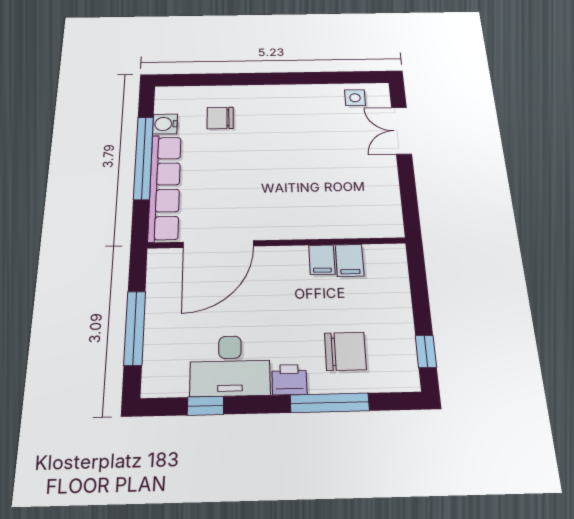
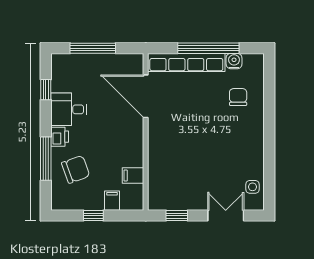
window: (409, 196) -> (177, 216), added
filing cabinet: (322, 260) -> (112, 201), moved, turned 90
chair: (345, 351) -> (76, 169), turned -110
window: (426, 351) -> (93, 216), moved
desk: (230, 366) -> (69, 109), width x0.73

